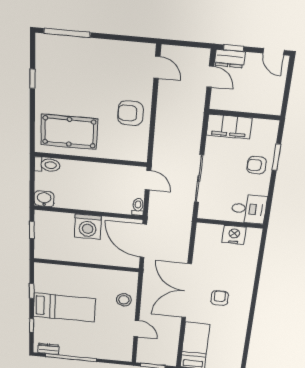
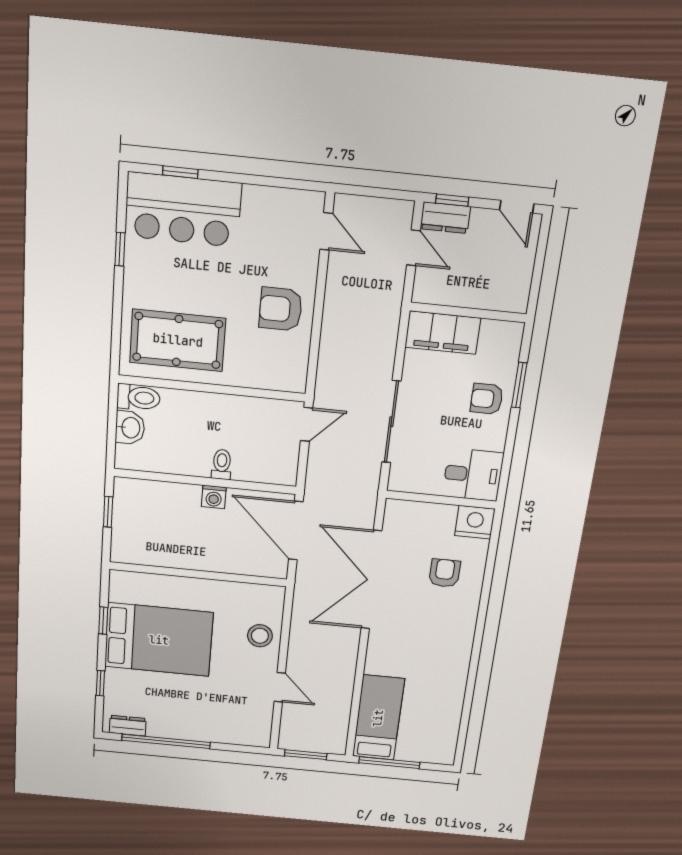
window: (67, 33) -> (180, 172), width x0.46
bar counter: (69, 55) -> (183, 210), added
door: (148, 180) -> (307, 424), hinge flipped
washbasin: (44, 199) -> (130, 428), moved, turned 90
toilet: (138, 207) -> (222, 464), moved
washing machine: (88, 227) -> (214, 497), width x0.53, depth x0.53
nightstand: (234, 235) -> (475, 522), moved
double door: (187, 291) -> (371, 580), moved
armchair: (220, 298) -> (445, 573), moved
bed: (64, 307) -> (159, 640), width x1.50

